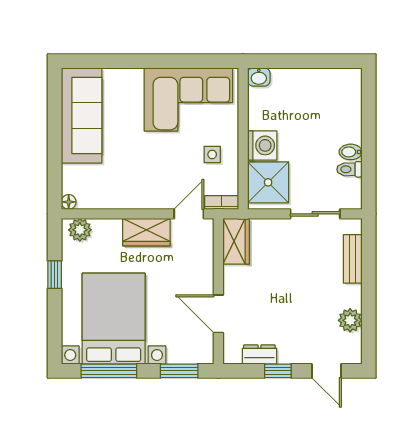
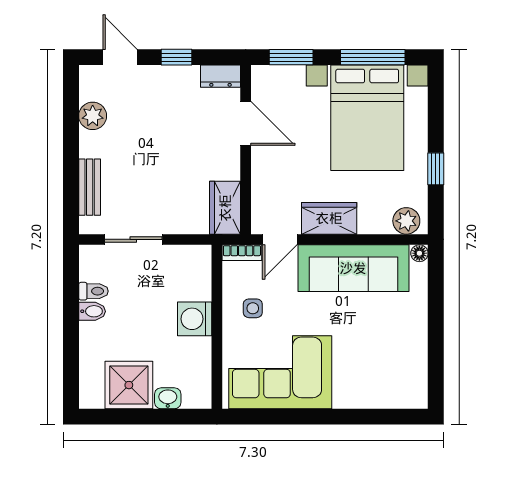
washbasin: (259, 77) -> (168, 398), moved
sofa: (82, 116) -> (353, 268), moved, turned -90
shower: (268, 182) -> (129, 385), moved
dresser: (259, 355) -> (220, 76), moved

